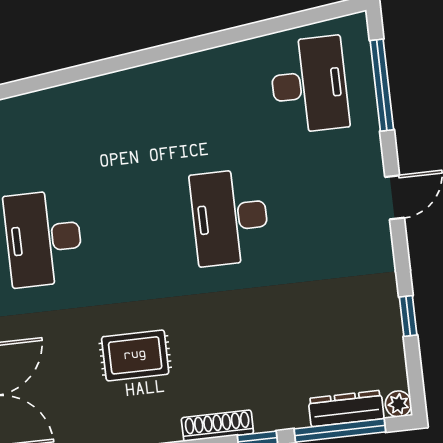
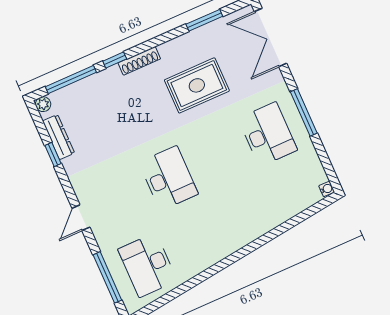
rug: (135, 355) -> (197, 85), width x1.36, depth x1.43
dresser: (346, 409) -> (58, 137), moved, turned -90

